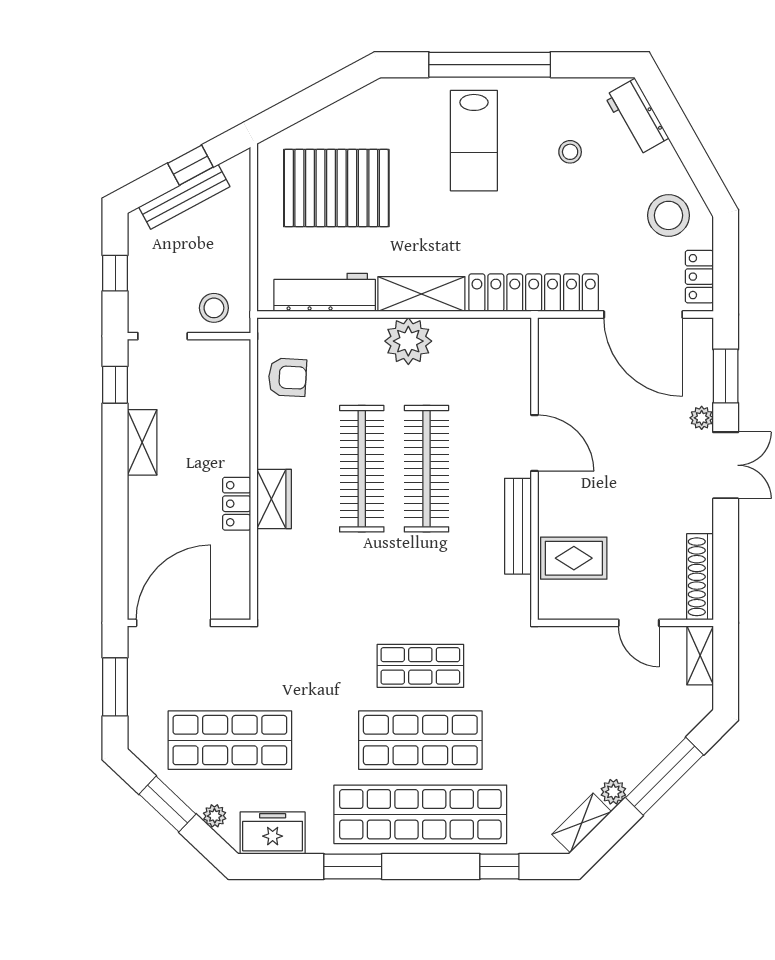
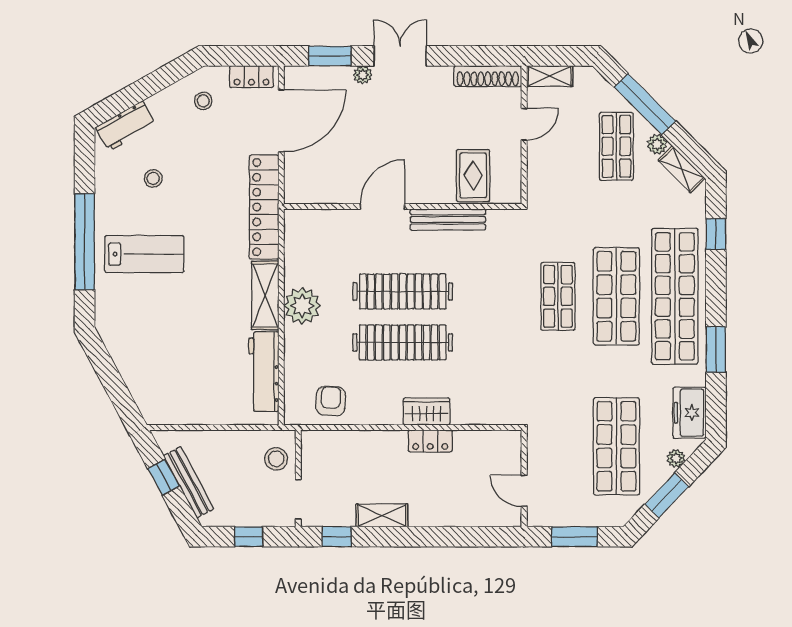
pallet: (336, 188) -> (182, 362), removed
stool: (669, 215) -> (203, 101), width x0.53, depth x0.53
door: (173, 623) -> (524, 491), width x0.53
shop shelf: (611, 740) -> (616, 146), added

